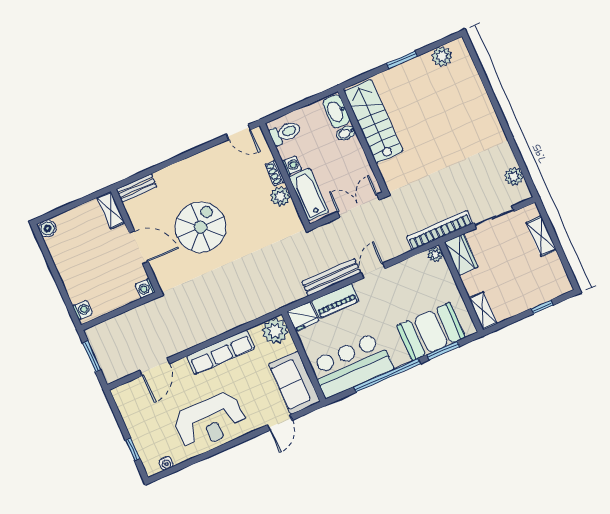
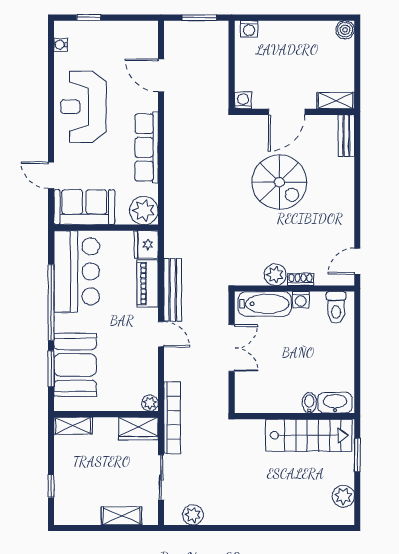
washbasin: (336, 111) -> (335, 403), moved
stairs: (374, 121) -> (309, 435), moved
bidet: (346, 133) -> (309, 403), moved
wall: (363, 141) -> (294, 416), moved

